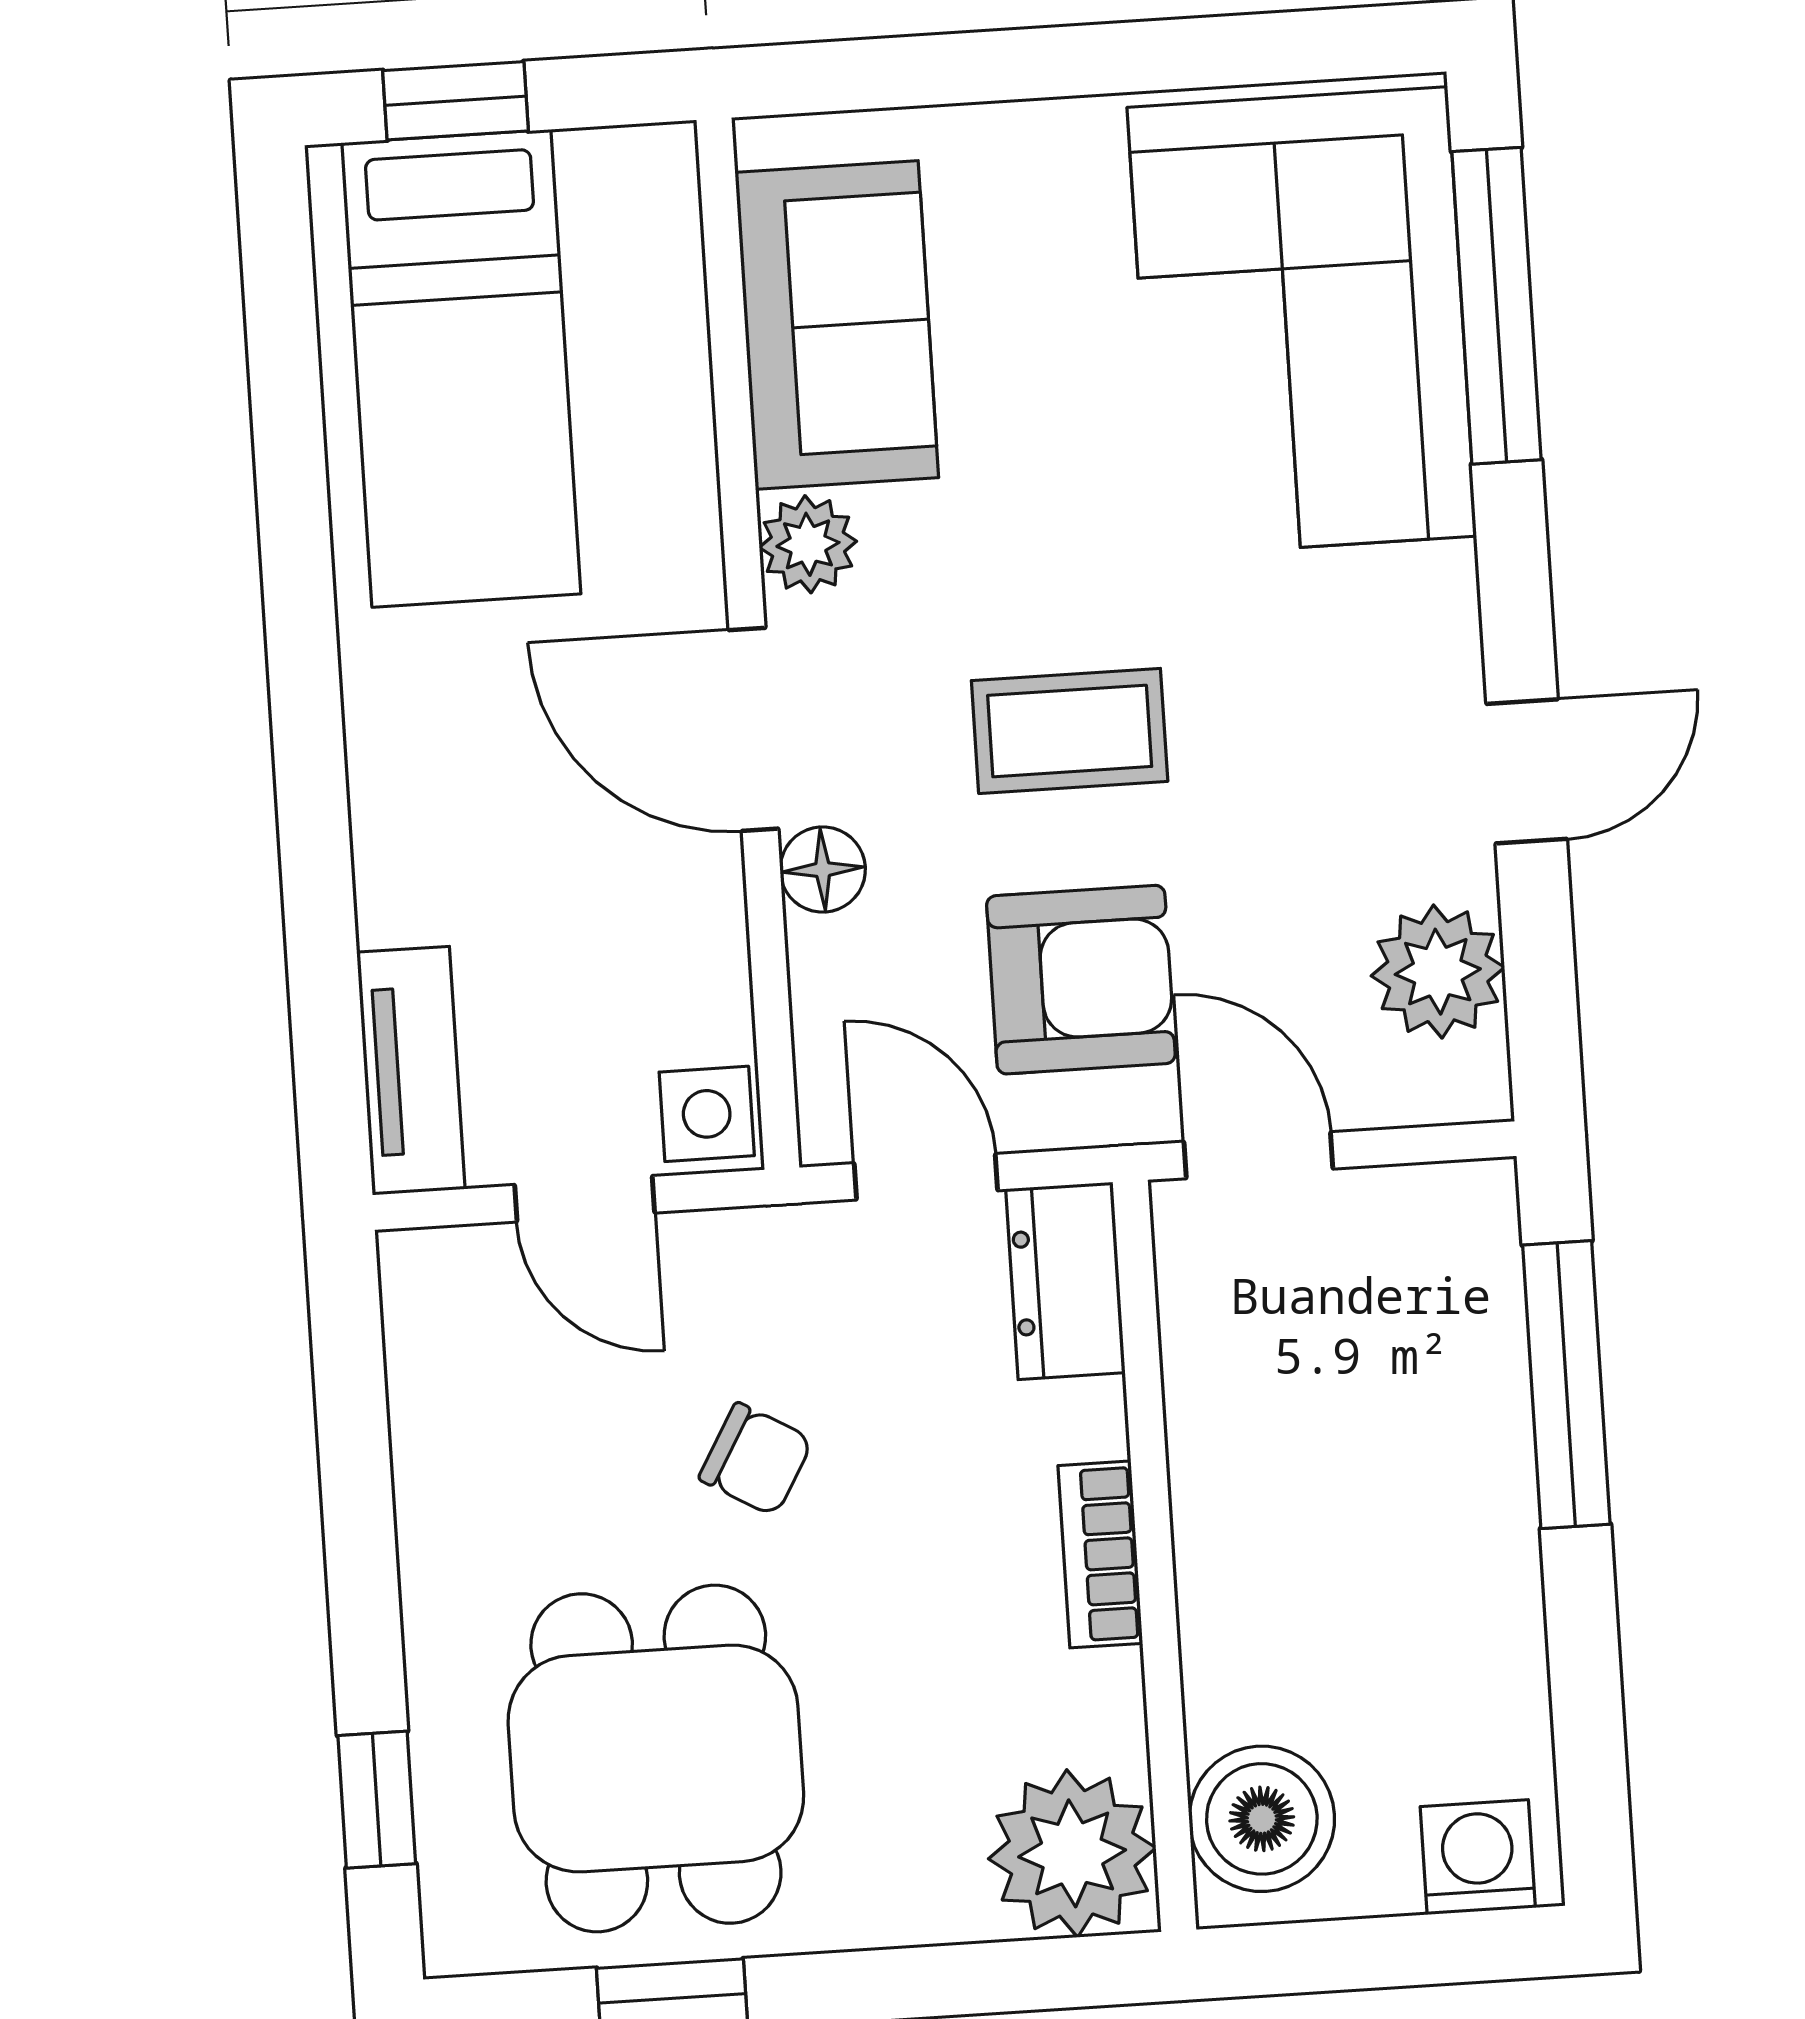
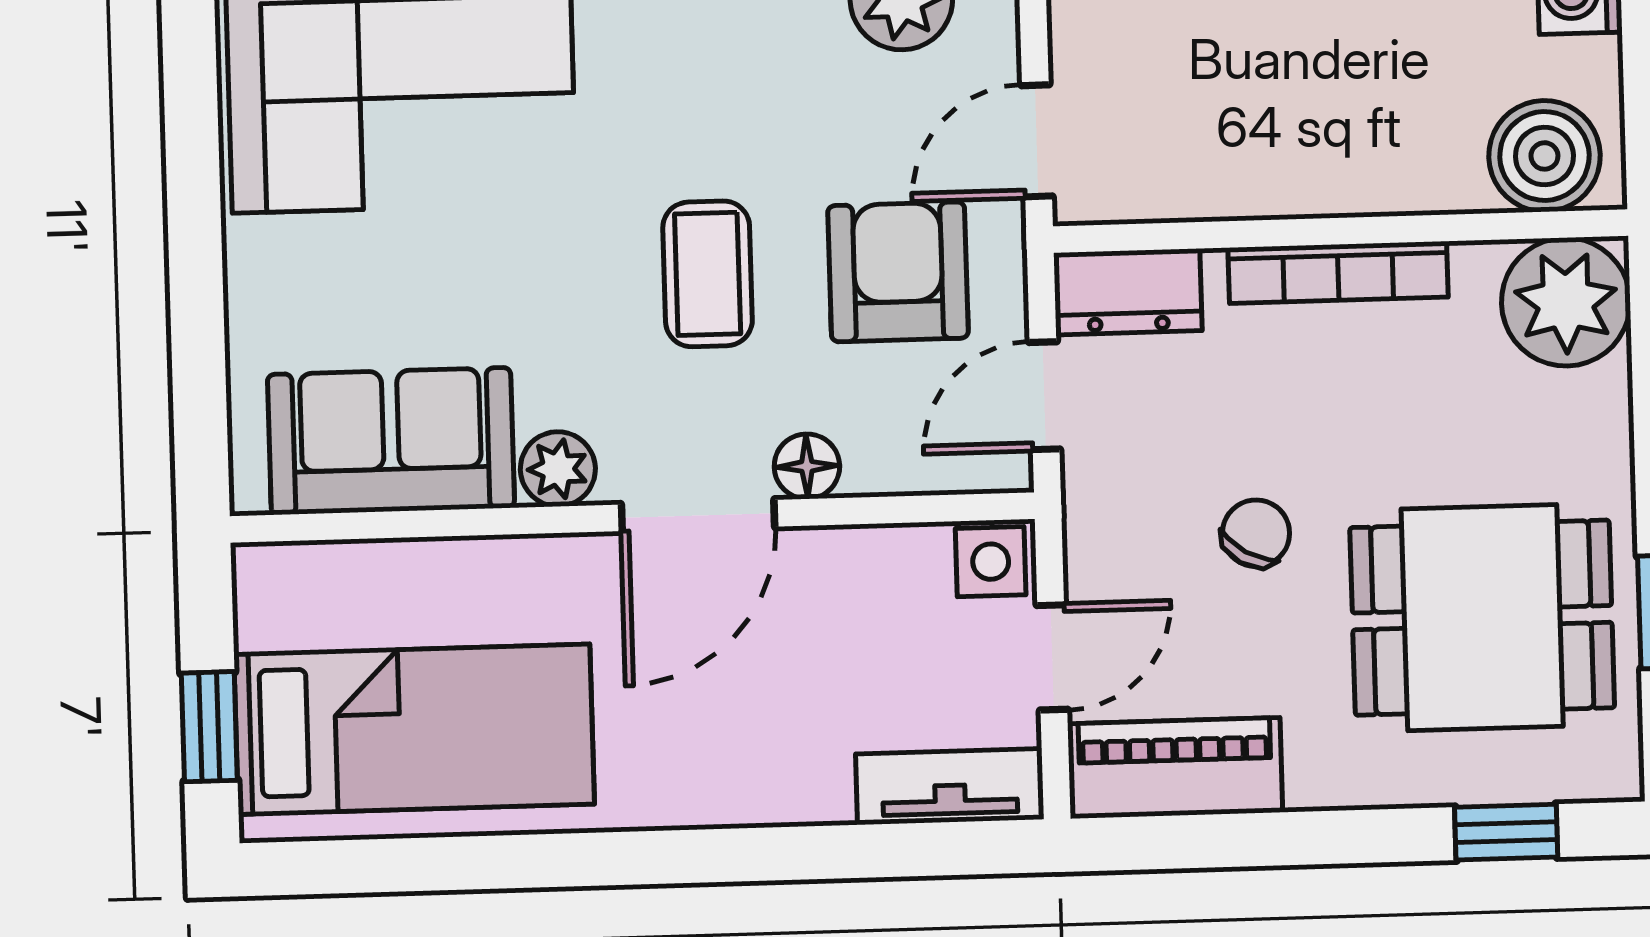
piano: (446, 1364) -> (1175, 768), added
bookcase: (1100, 1554) -> (1338, 272), width x1.56

